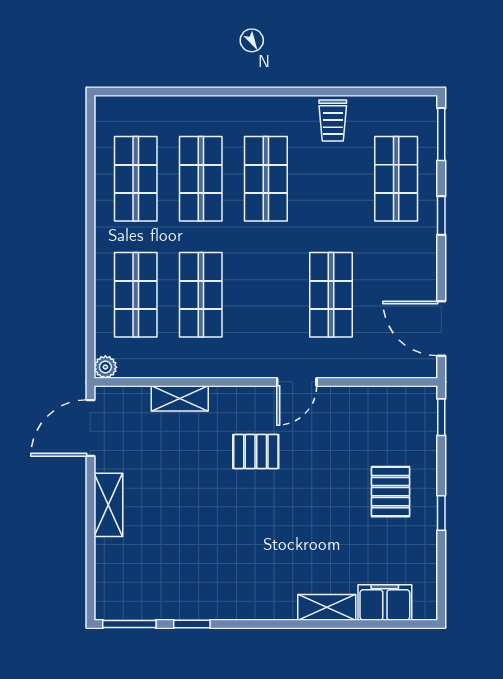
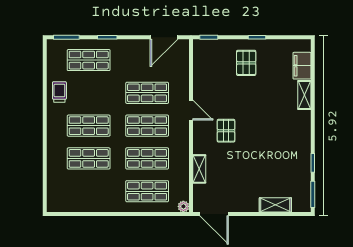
trolley: (333, 121) -> (59, 92), turned -90
shop shelf: (136, 179) -> (147, 126), moved
pallet: (391, 492) -> (246, 63), turned 90
shelving: (108, 505) -> (275, 205), moved

